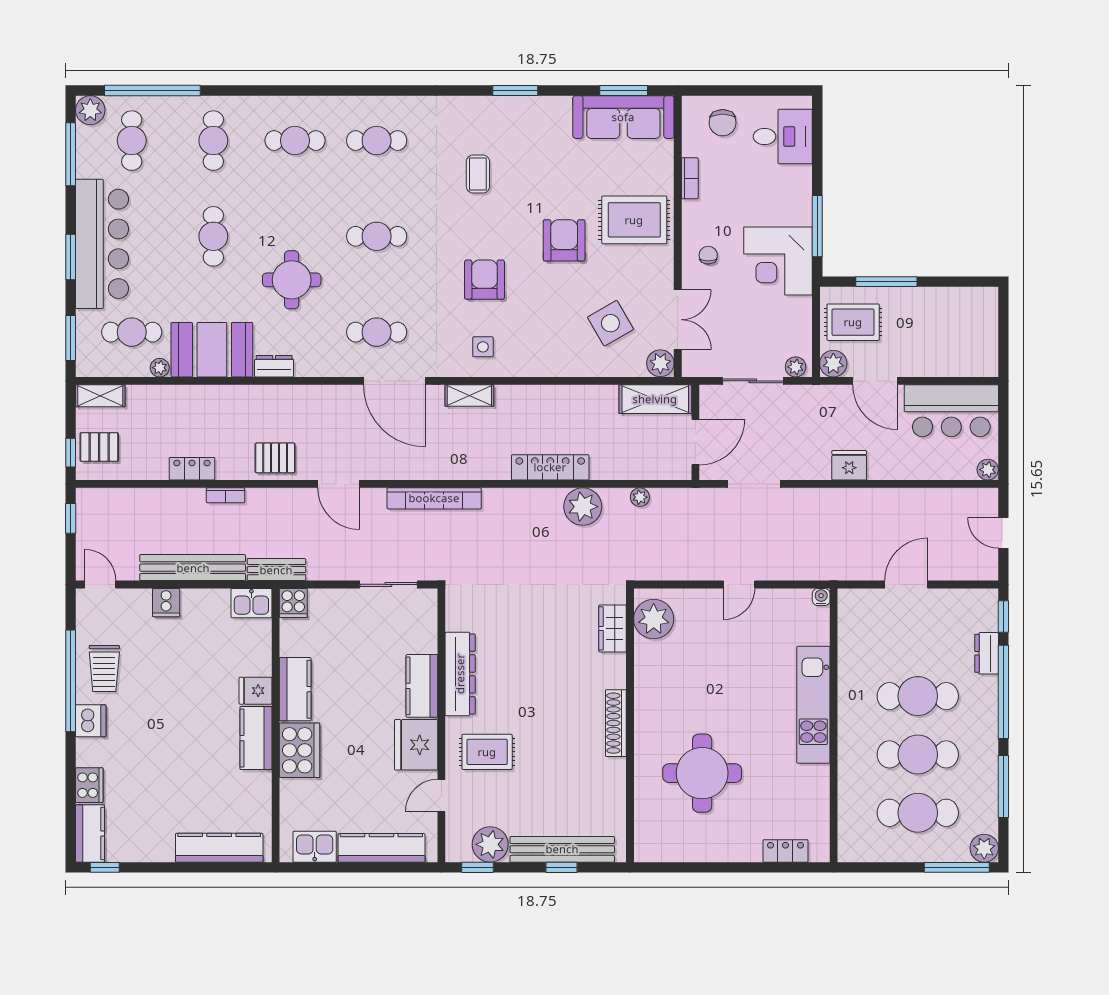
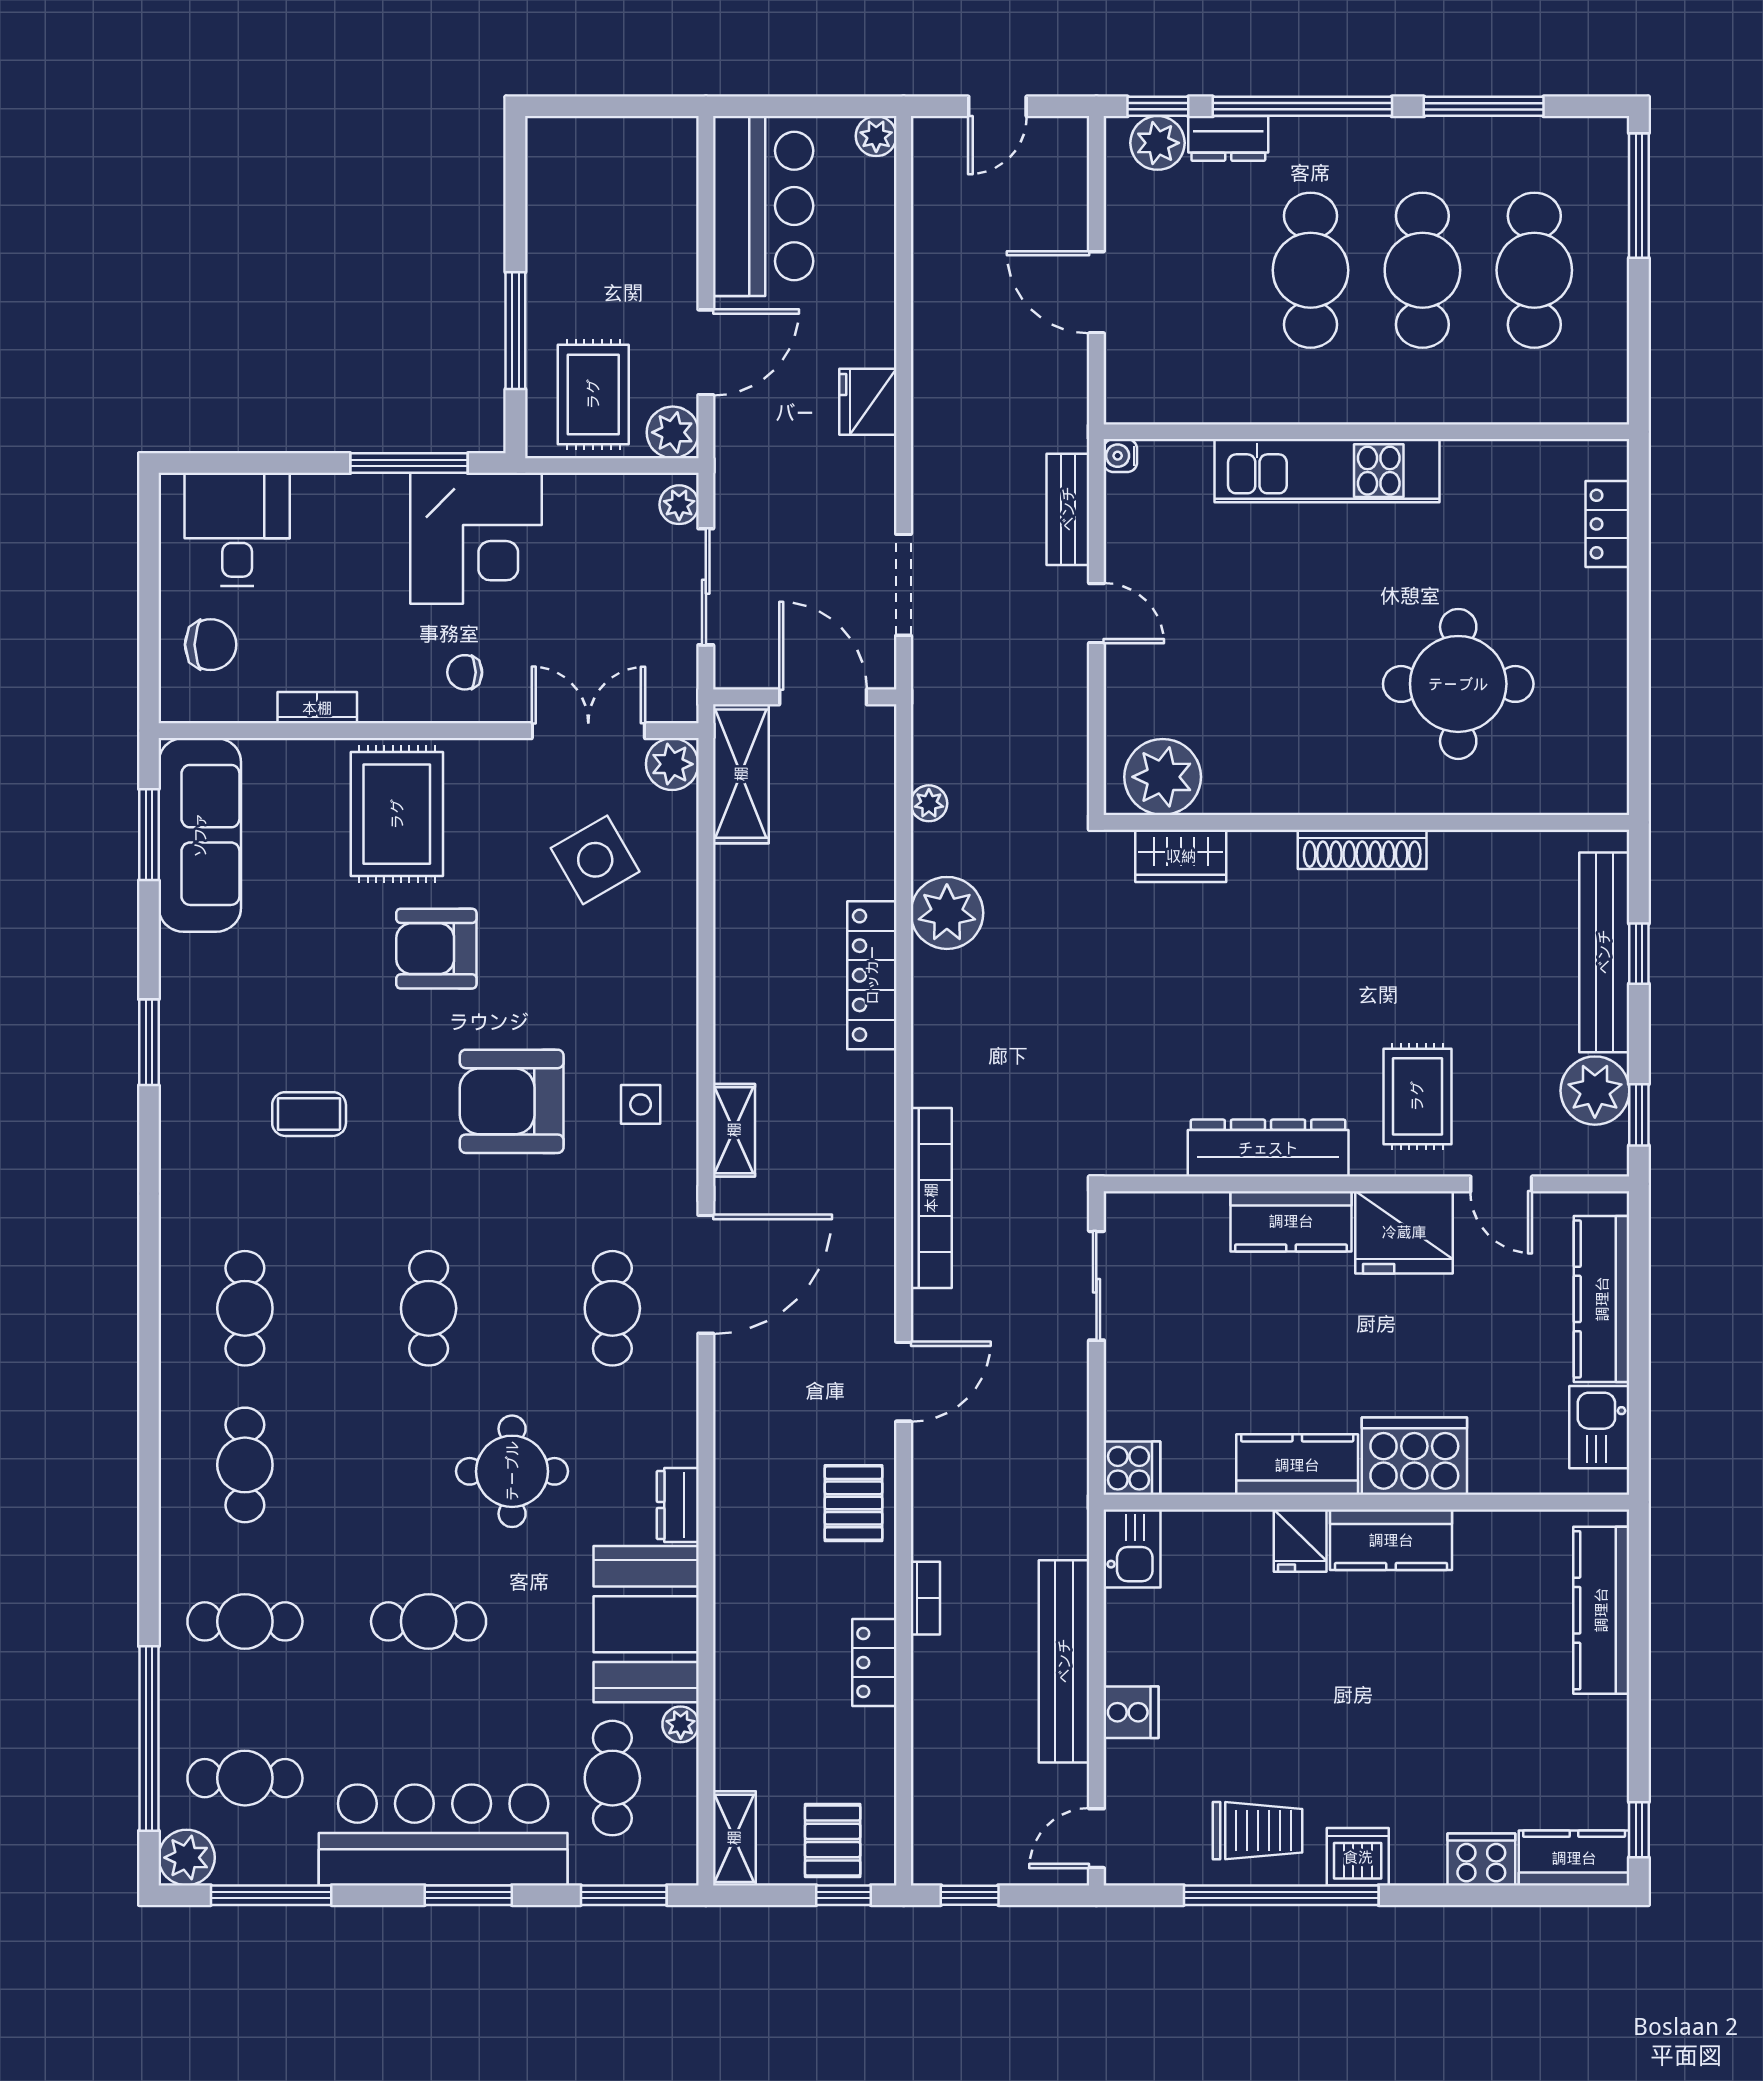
armchair: (485, 280) -> (512, 1101), width x1.36, depth x1.36
bench: (276, 570) -> (1068, 509), moved
plant: (984, 848) -> (1158, 143), moved

